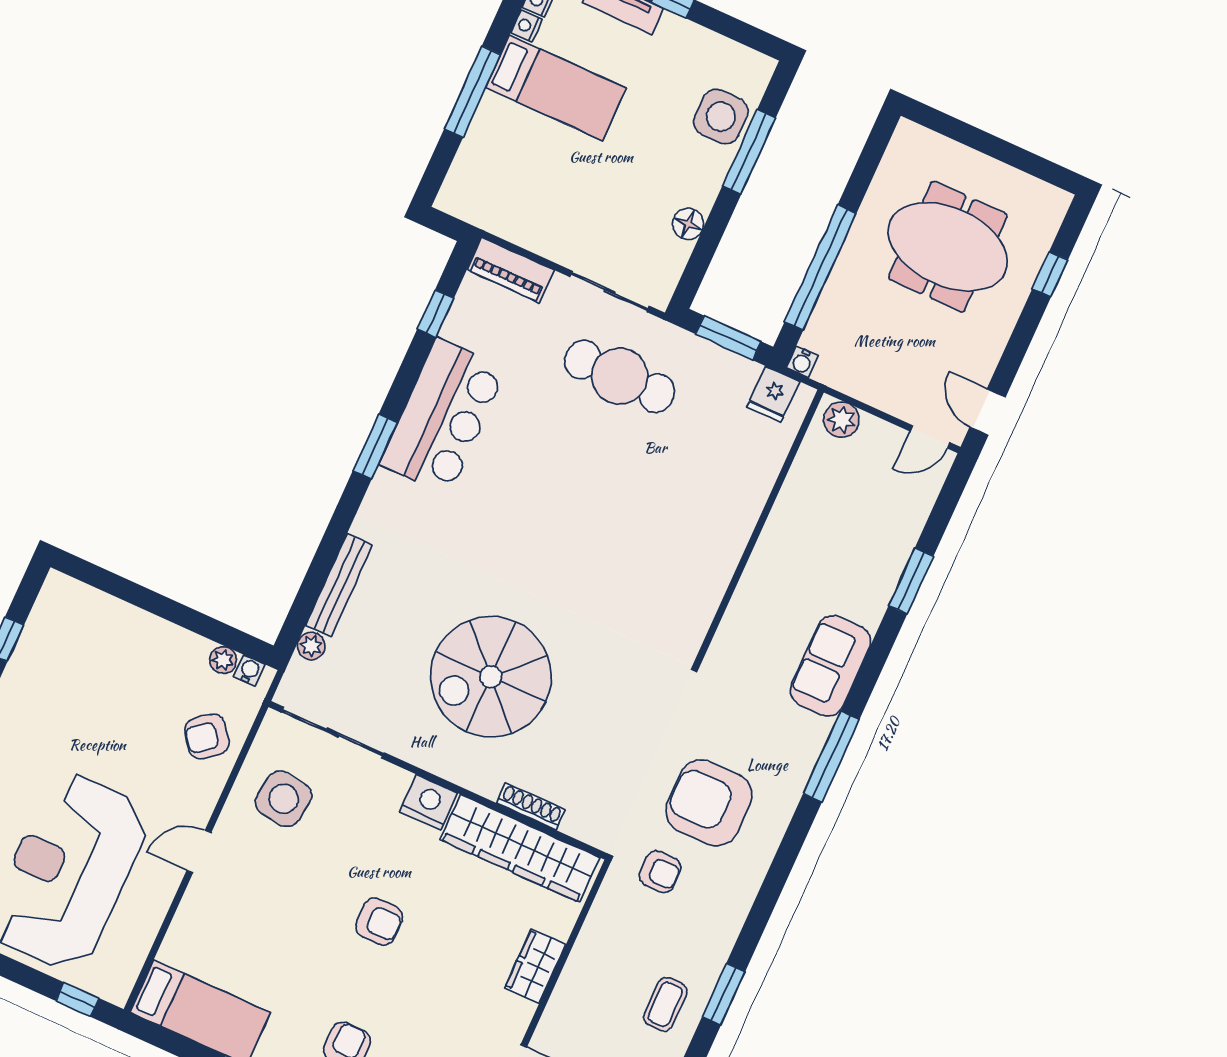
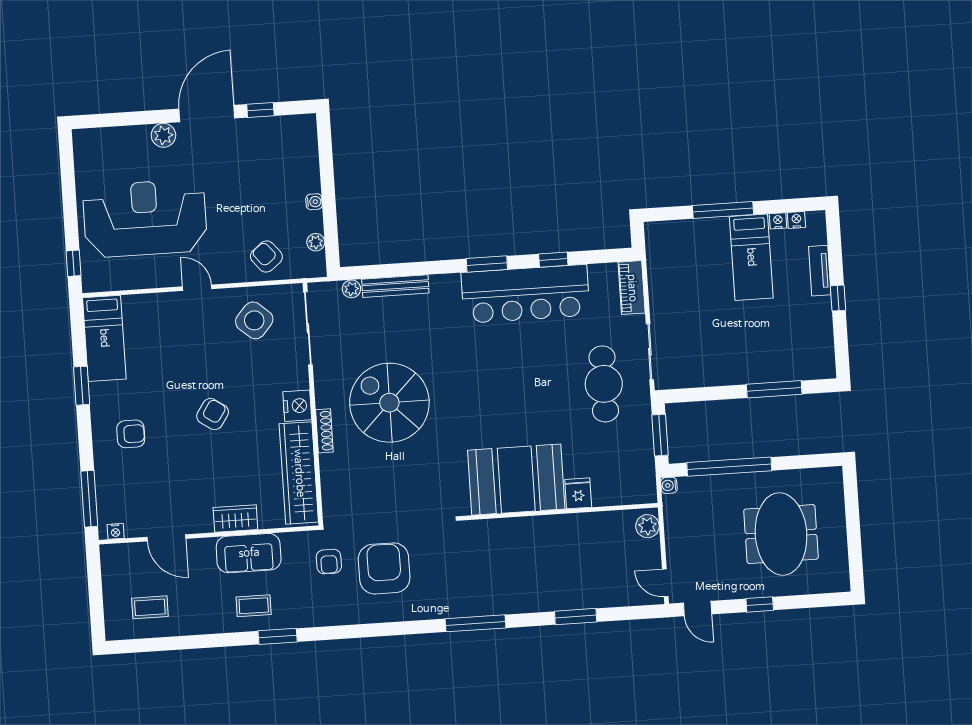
side table: (721, 117) -> (786, 362), removed
floor lamp: (688, 224) -> (713, 376), removed
window: (1050, 274) -> (760, 604), moved
window: (436, 314) -> (553, 260), moved
fridge: (773, 394) -> (578, 493), moved, turned 90
door: (988, 412) -> (698, 609), swing flipped
bar counter: (443, 417) -> (525, 294), width x1.36
booth: (685, 562) -> (516, 480), added
sofa: (830, 666) -> (249, 553), moved, turned 180
water cooler: (249, 670) -> (314, 202), moved
window: (831, 757) -> (475, 623), moved
side table: (284, 799) -> (254, 320), turned 34
shoe rack: (531, 806) -> (324, 431), moved
armchair: (379, 922) -> (213, 414), turned -146

